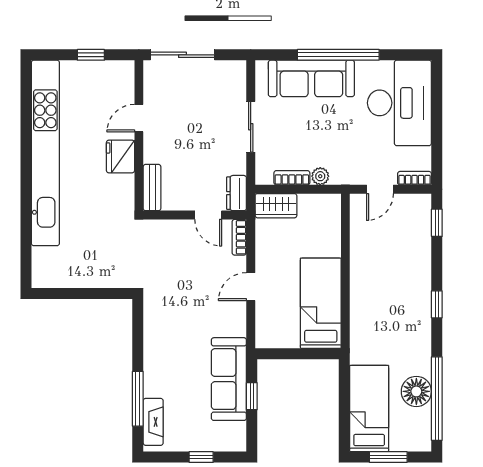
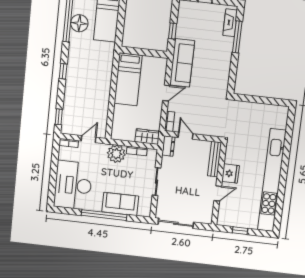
sliding door: (182, 55) -> (176, 223), moved
sofa: (311, 78) -> (120, 204), width x0.73
plant: (320, 176) -> (116, 154), width x1.88, depth x1.88
bench: (152, 188) -> (214, 159), width x1.36
sofa: (229, 379) -> (182, 63), moved

